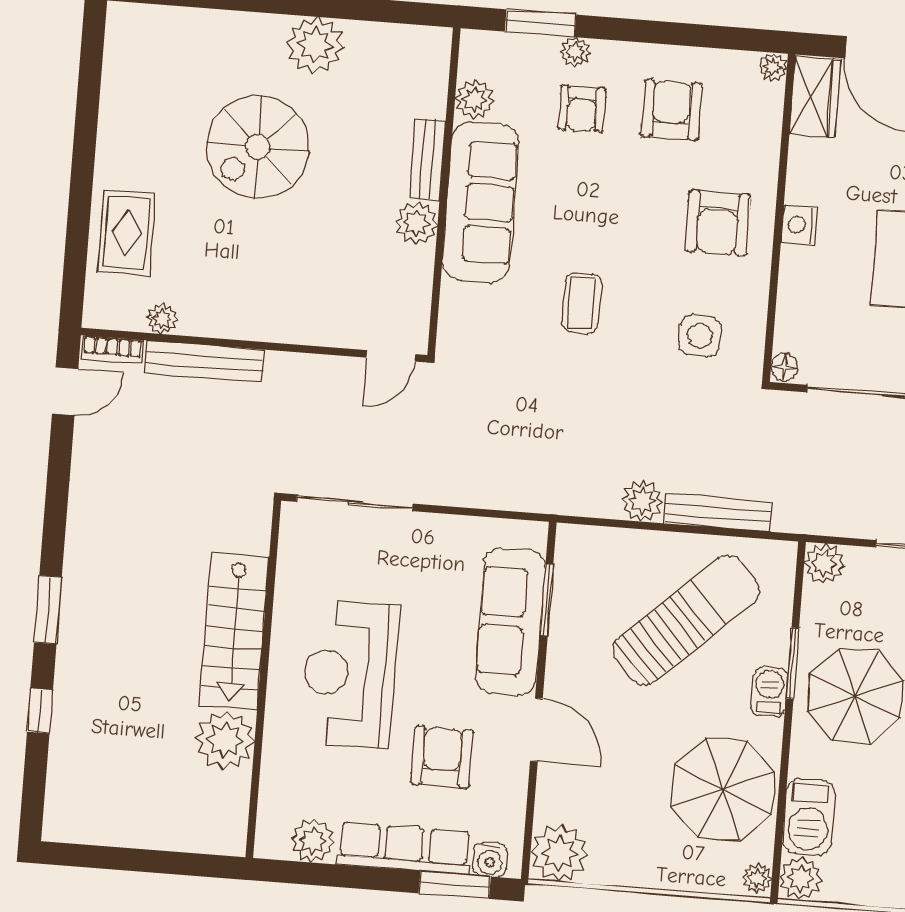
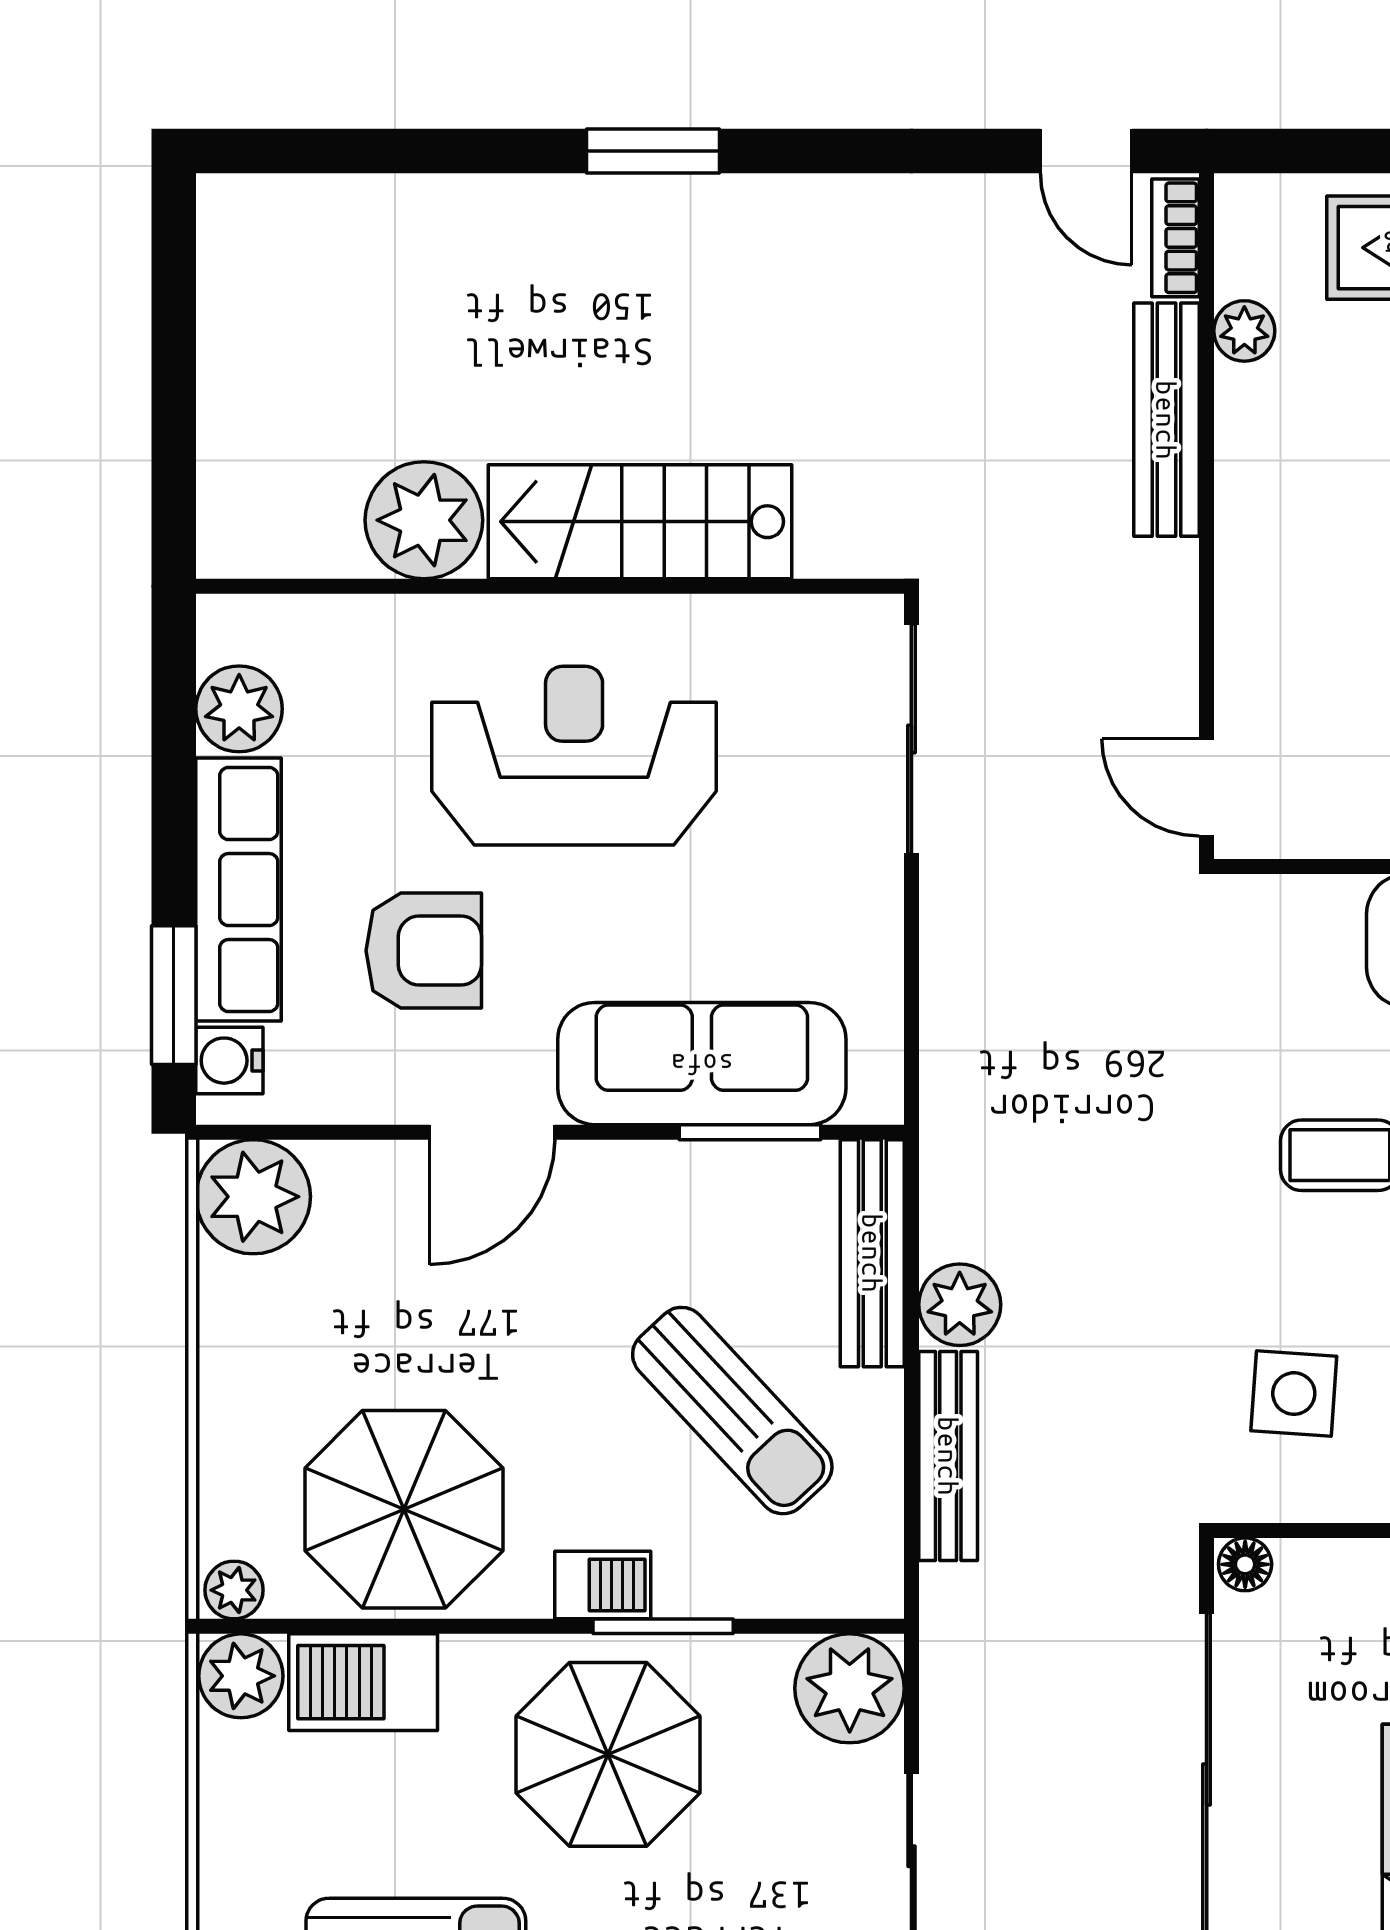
bench: (613, 543) -> (872, 1253), added
plant: (824, 564) -> (850, 1688), width x1.36, depth x1.36
sun lounger: (686, 620) -> (732, 1411), width x0.73, depth x0.75
window: (40, 711) -> (453, 151), removed

